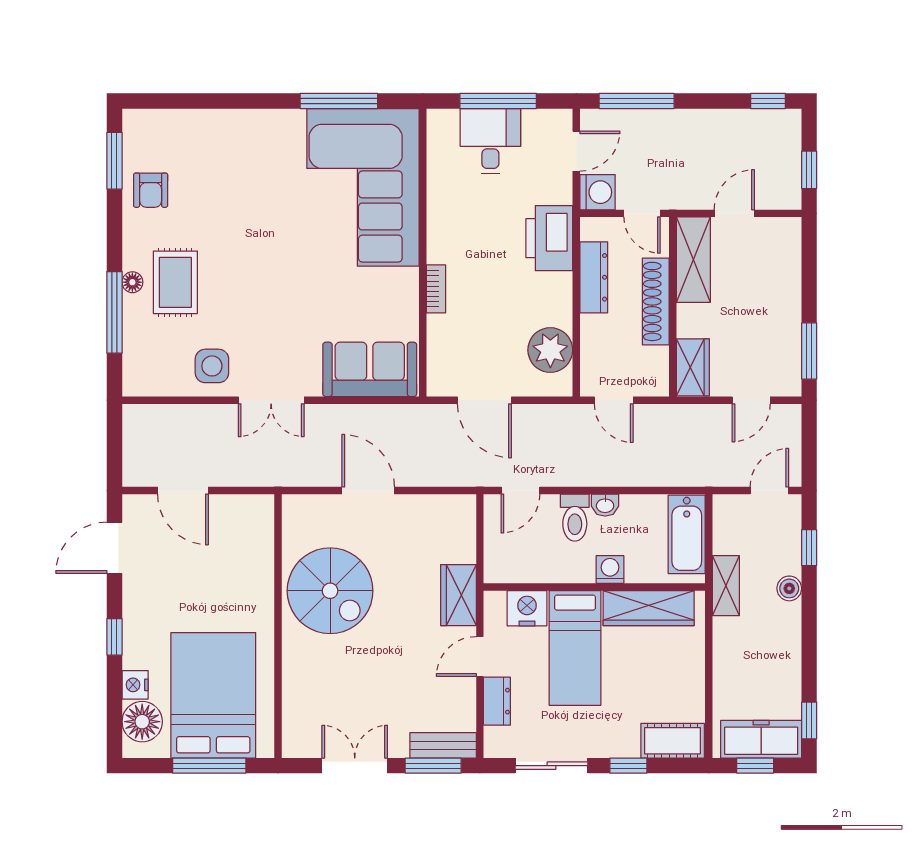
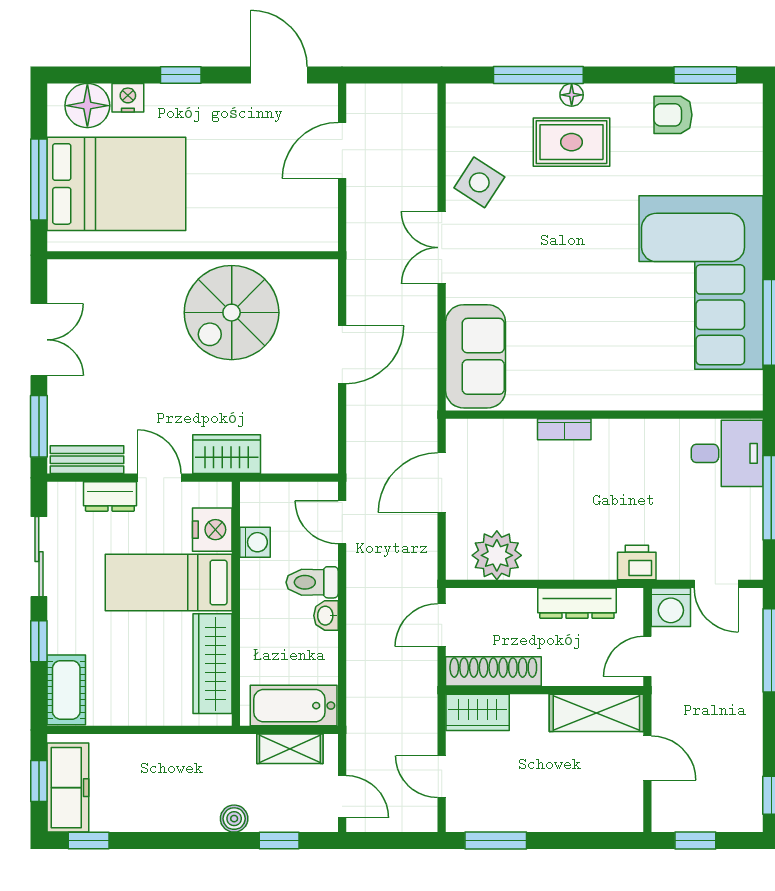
desk: (490, 141) -> (727, 453), moved
corner sofa: (363, 187) -> (701, 283), moved, turned -90
printer: (549, 238) -> (637, 563), width x0.53, depth x0.68
shoe rack: (656, 301) -> (493, 671), moved
side table: (212, 366) -> (479, 182), turned 33
washing machine: (610, 570) -> (255, 542), moved
shelving: (726, 586) -> (290, 749), moved
bench: (443, 745) -> (87, 460), moved, turned 90

